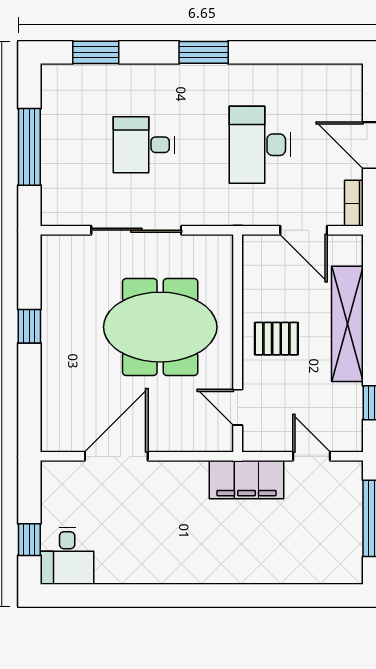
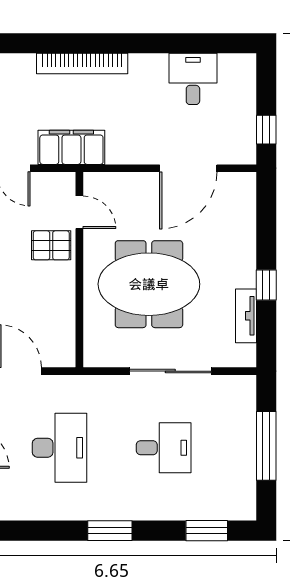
tv unit: (52, 292) -> (246, 316), added
pallet: (276, 339) -> (51, 245), moved
window: (29, 540) -> (266, 130), moved
desk: (67, 556) -> (193, 79), moved
bookcase: (235, 573) -> (82, 64), added

